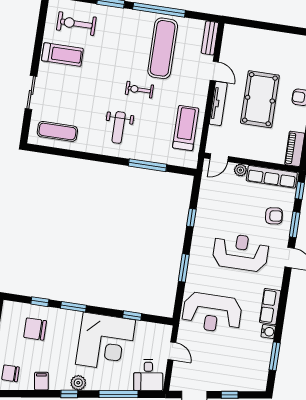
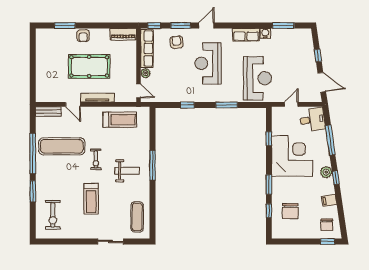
treadmill: (62, 55) -> (91, 199), moved, turned 180
door: (214, 71) -> (73, 104), swing flipped
treadmill: (186, 128) -> (120, 120), turned 180
window: (148, 165) -> (152, 165), moved

